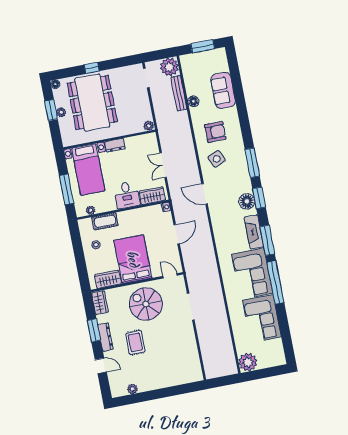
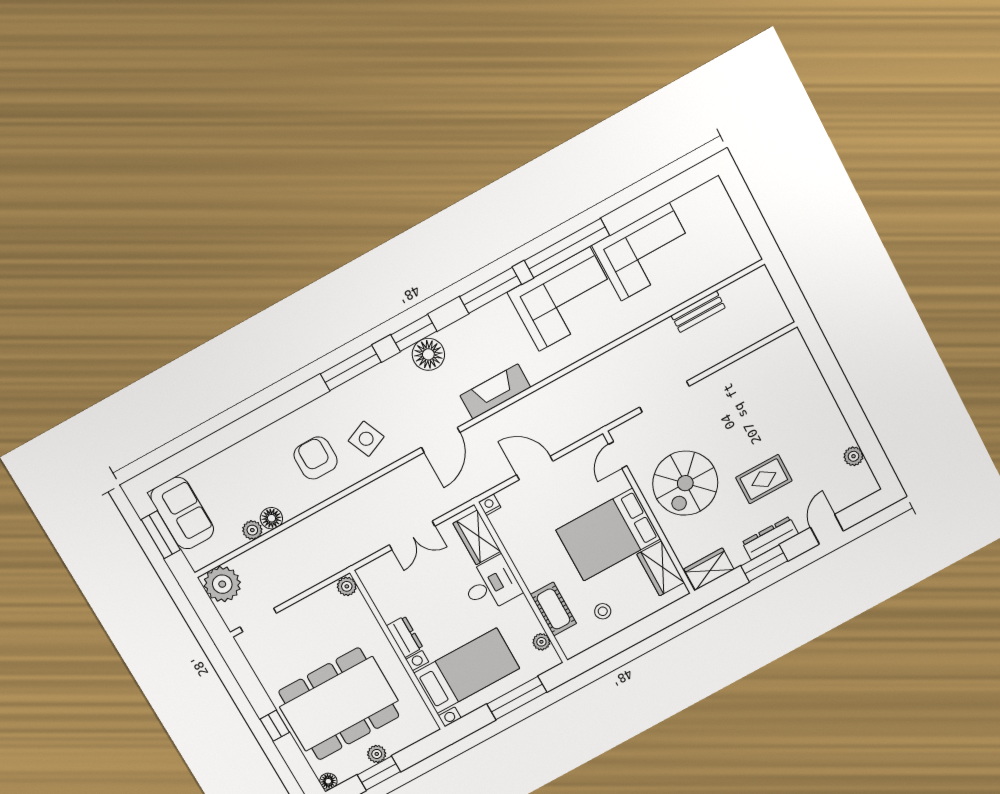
sofa: (223, 90) -> (182, 513), moved, turned -90
bench: (179, 93) -> (698, 312), moved, width x0.73
fireplace: (254, 232) -> (495, 392), moved, turned 180
plant: (248, 362) -> (252, 530), moved, width x0.53, depth x0.53

